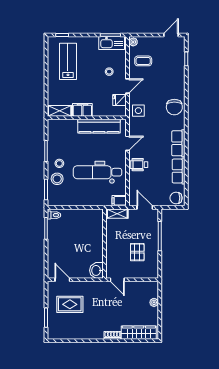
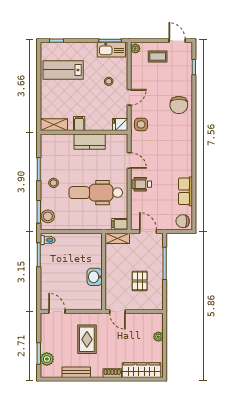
door: (171, 35) -> (177, 41), hinge flipped
lab bench: (68, 61) -> (63, 70), turned -90
coffee table: (143, 61) -> (158, 57), moved
fridge: (120, 100) -> (120, 125), moved
chair: (174, 107) -> (179, 105), moved
filing cabinet: (82, 110) -> (79, 124), width x0.50
kitchen counter: (99, 126) -> (90, 142), width x0.67
door: (128, 143) -> (129, 161), hinge flipped
row of seats: (178, 143) -> (185, 161), removed
stool: (57, 179) -> (48, 216), moved
washbasin: (96, 270) -> (95, 277), moved
rug: (70, 304) -> (87, 339), moved, turned 90
plant: (53, 323) -> (47, 359), added
bench: (80, 334) -> (76, 372), added

